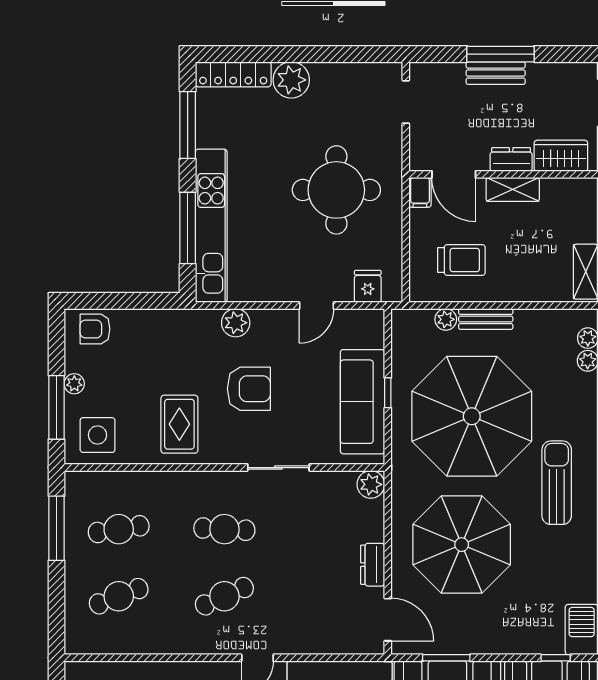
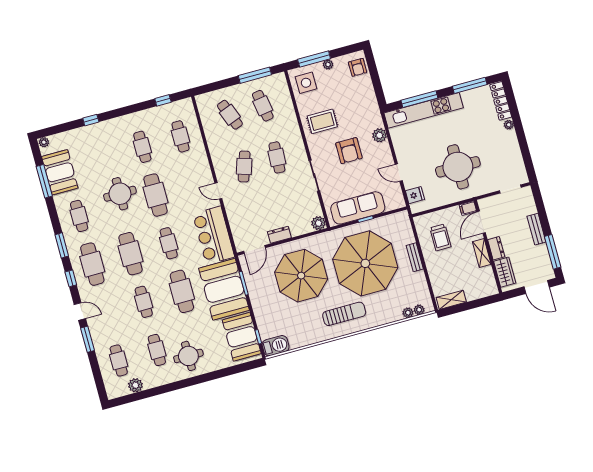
window: (501, 54) -> (553, 252), moved
plant: (291, 80) -> (509, 125), width x0.53, depth x0.53
plant: (446, 319) -> (409, 238), removed
armchair: (95, 329) -> (358, 67), turned 180
cafe table: (224, 596) -> (244, 166), turned 42

